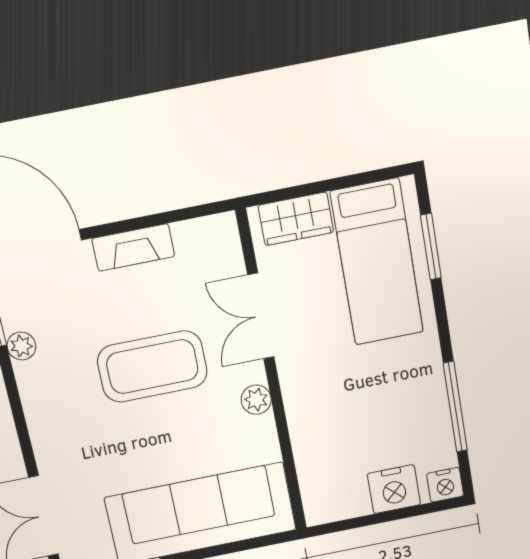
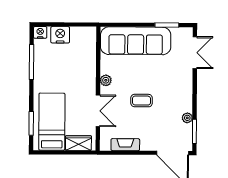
fireplace: (133, 247) -> (125, 145), moved
coffee table: (152, 367) -> (142, 101), width x0.54, depth x0.58

